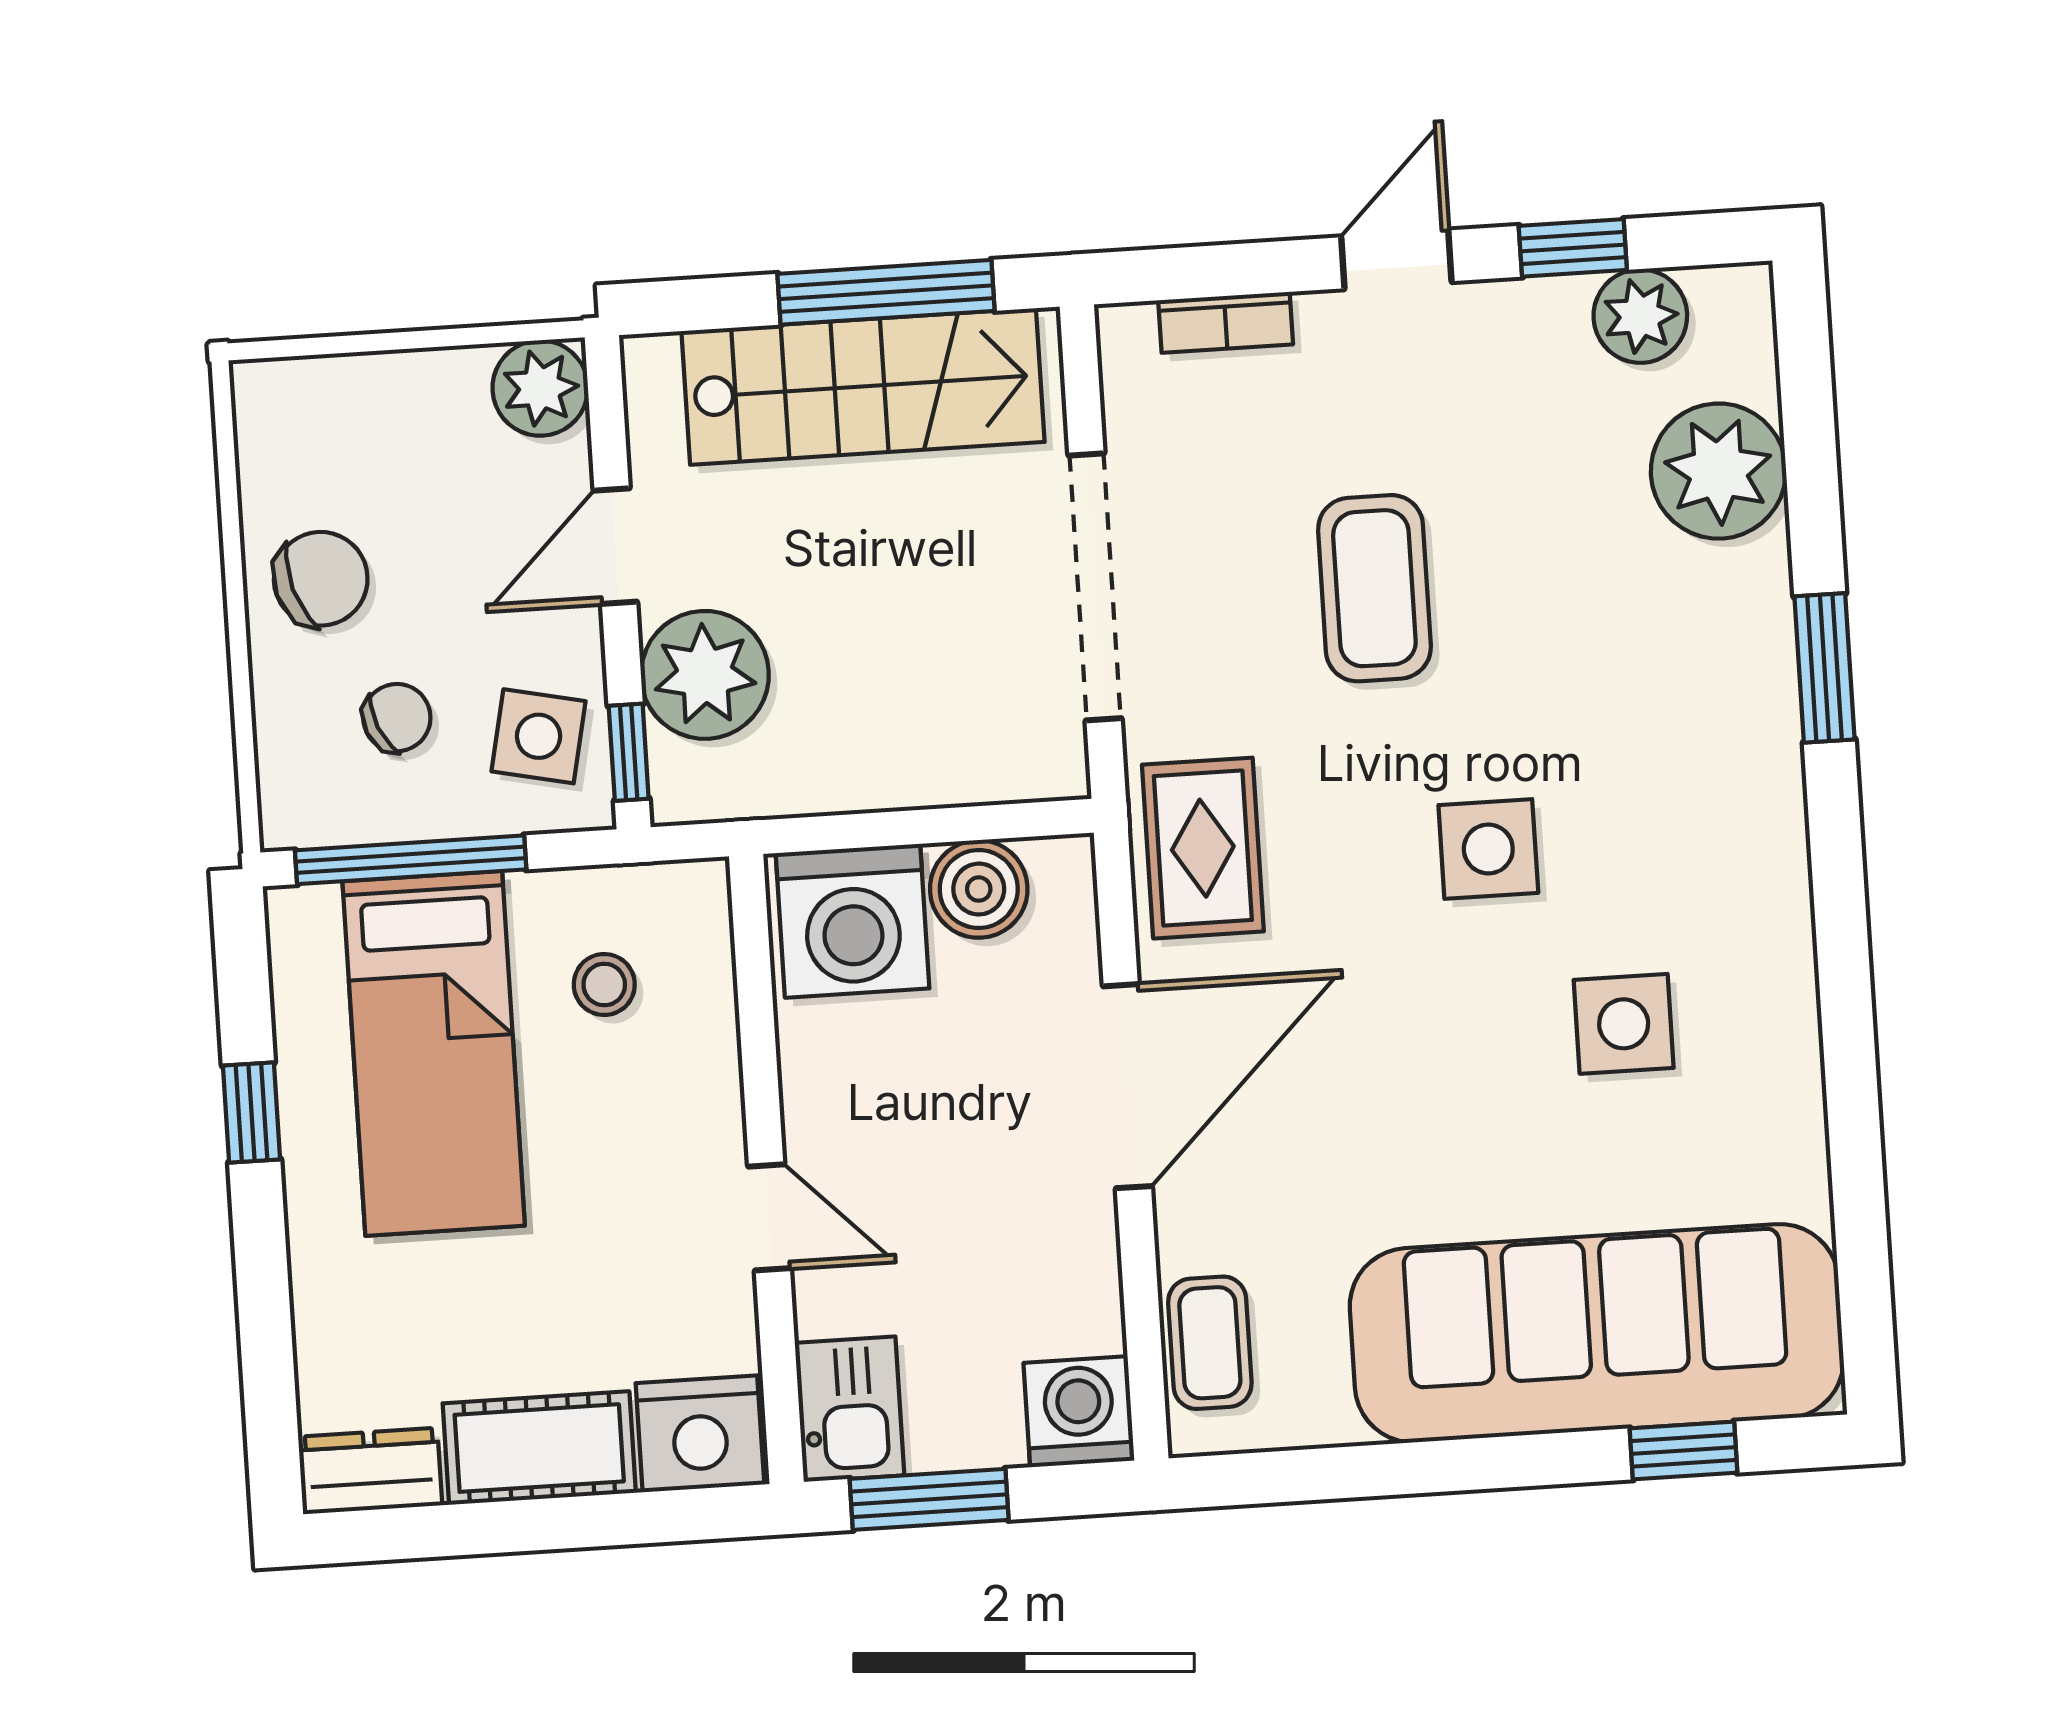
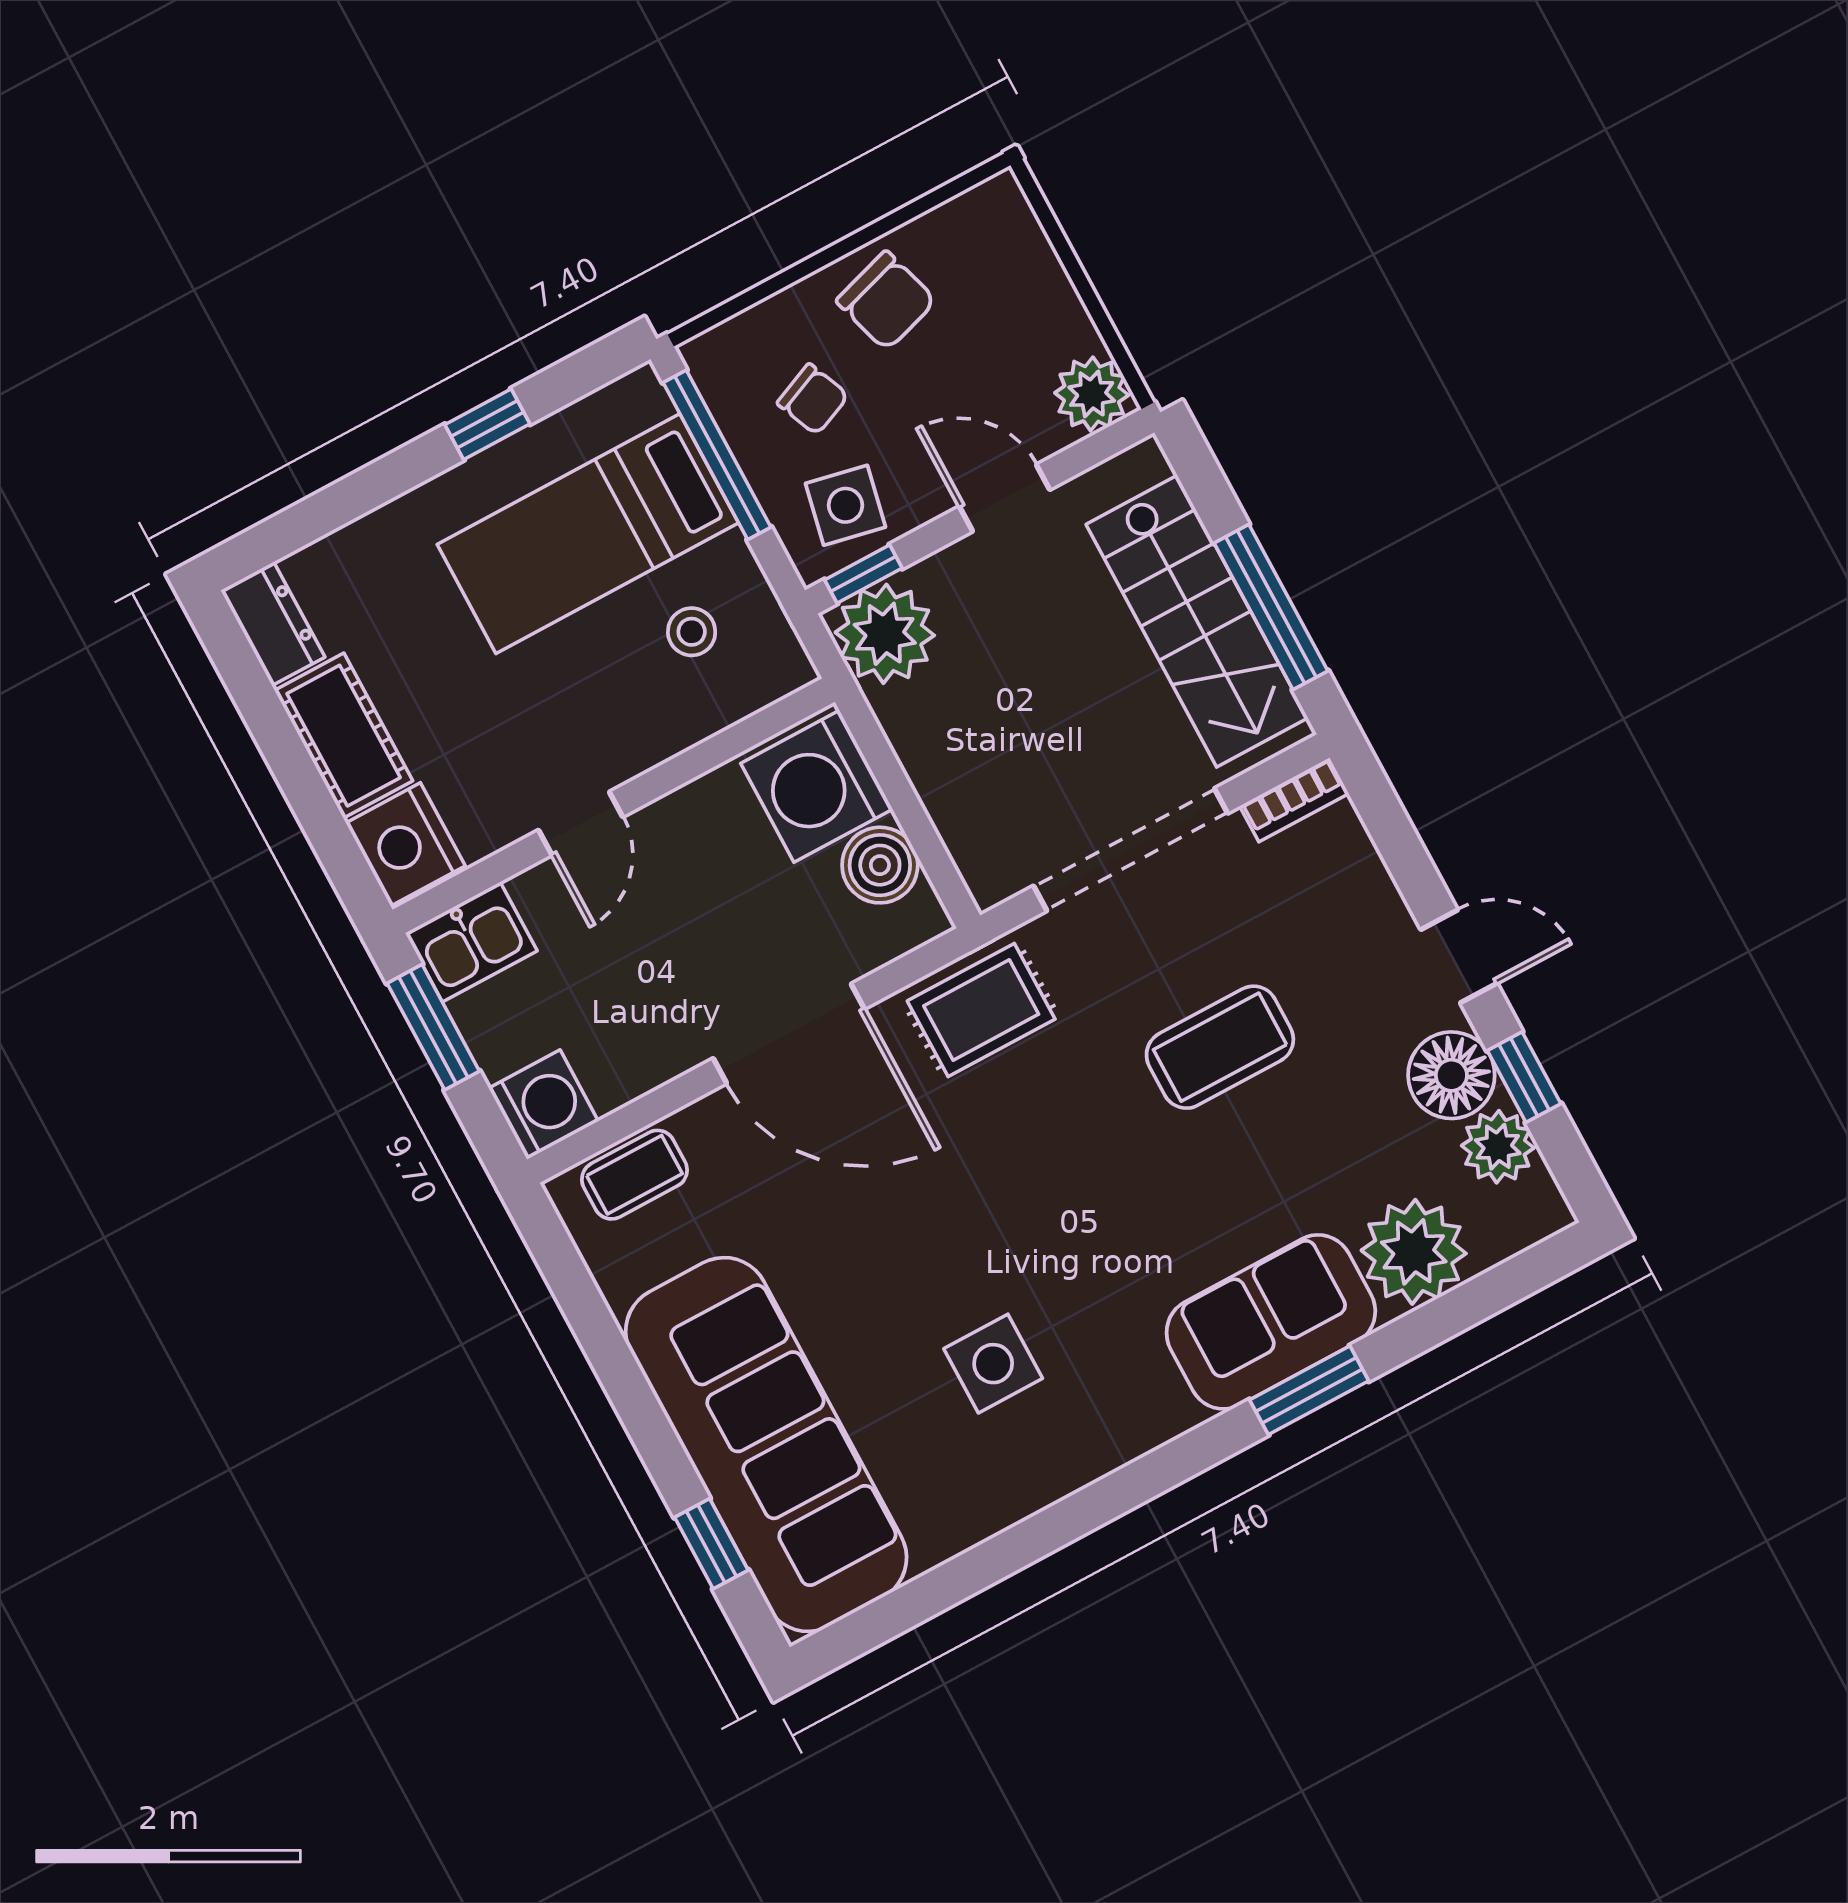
bookcase: (1226, 322) -> (1294, 800), moved, turned -90
floor lamp: (1532, 332) -> (1451, 1075), added
plant: (705, 675) -> (885, 634), moved
sofa: (1724, 676) -> (1271, 1322), added
side table: (1488, 849) -> (1073, 1212), removed

